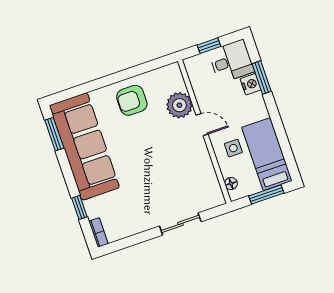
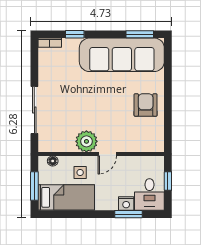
plant: (179, 105) -> (86, 141), moved
sliding door: (180, 224) -> (34, 110), width x1.37

